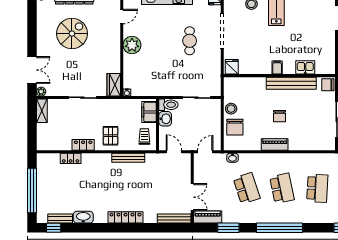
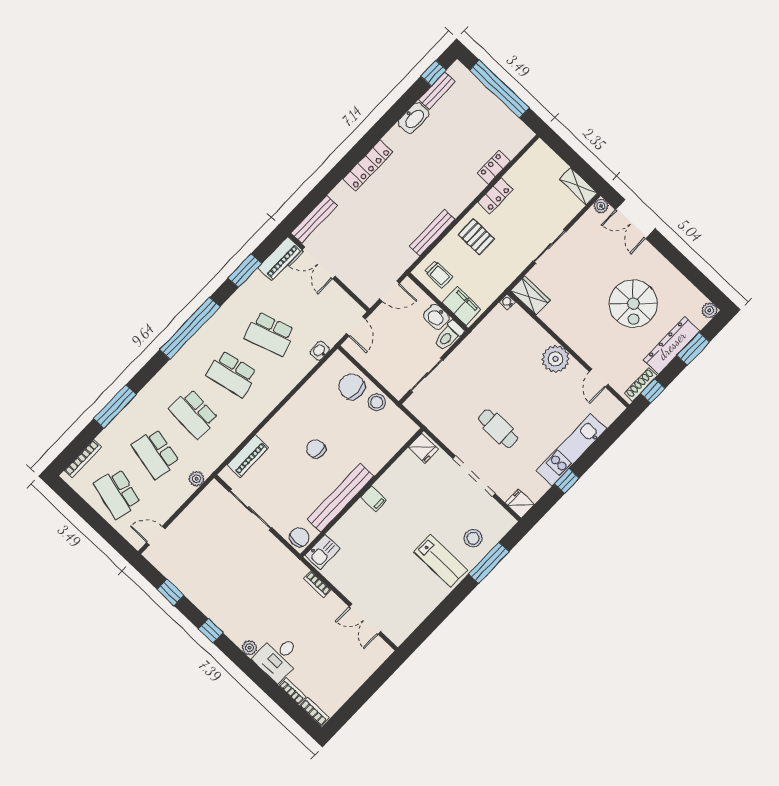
kitchen sink: (305, 67) -> (323, 552), moved
piano: (275, 145) -> (248, 456), moved

